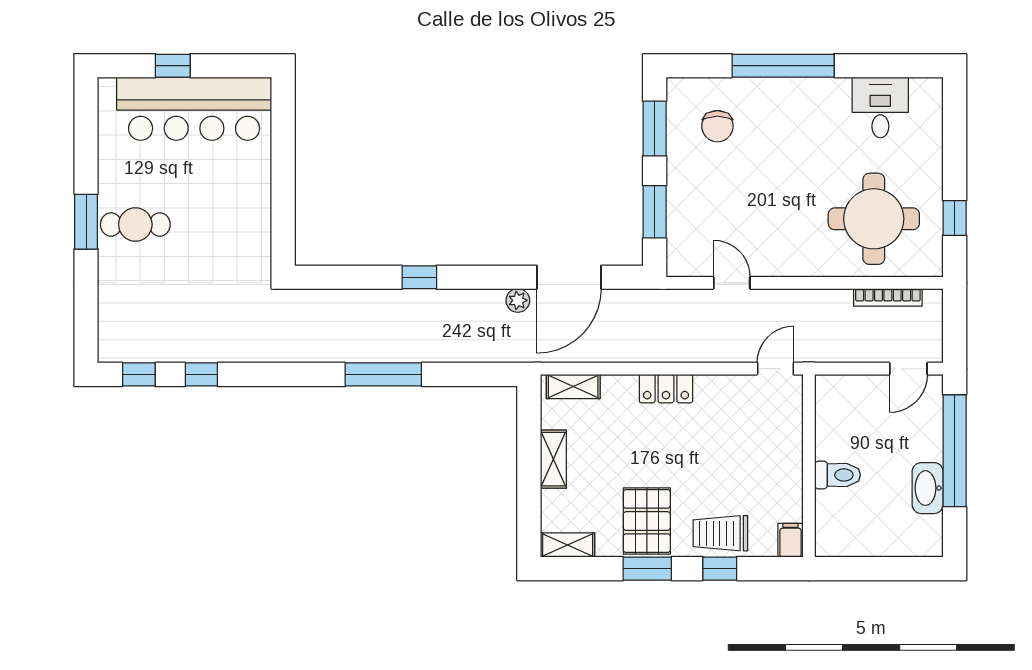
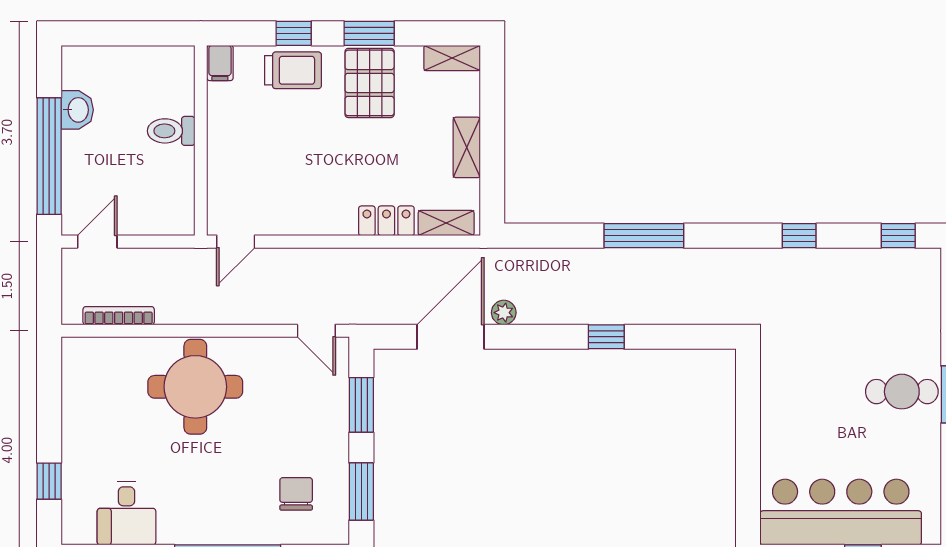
window: (955, 218) -> (49, 481), moved
round table: (874, 219) -> (195, 387), moved
door: (732, 283) -> (316, 331), moved
window: (201, 374) -> (799, 236), moved
locker: (666, 389) -> (386, 221), moved
washbasin: (928, 488) -> (77, 110), width x0.72

